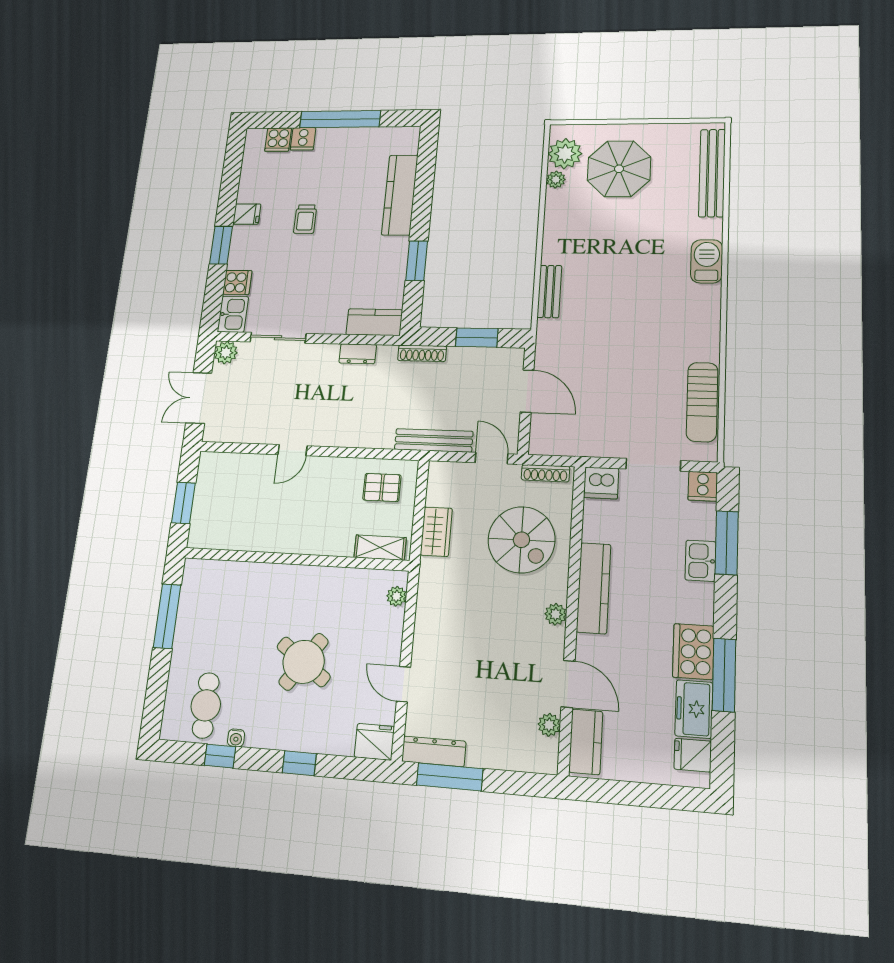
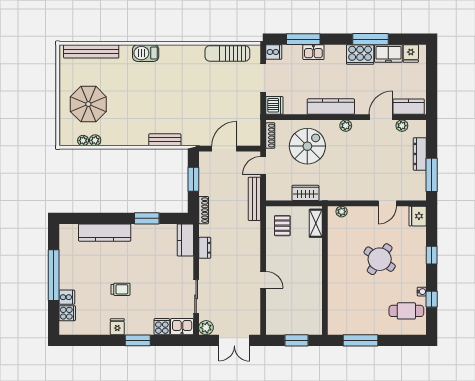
plant: (565, 154) -> (83, 141), width x0.53, depth x0.53
sun lounger: (702, 402) -> (227, 53), turned 180
dresser: (434, 751) -> (420, 154), moved

